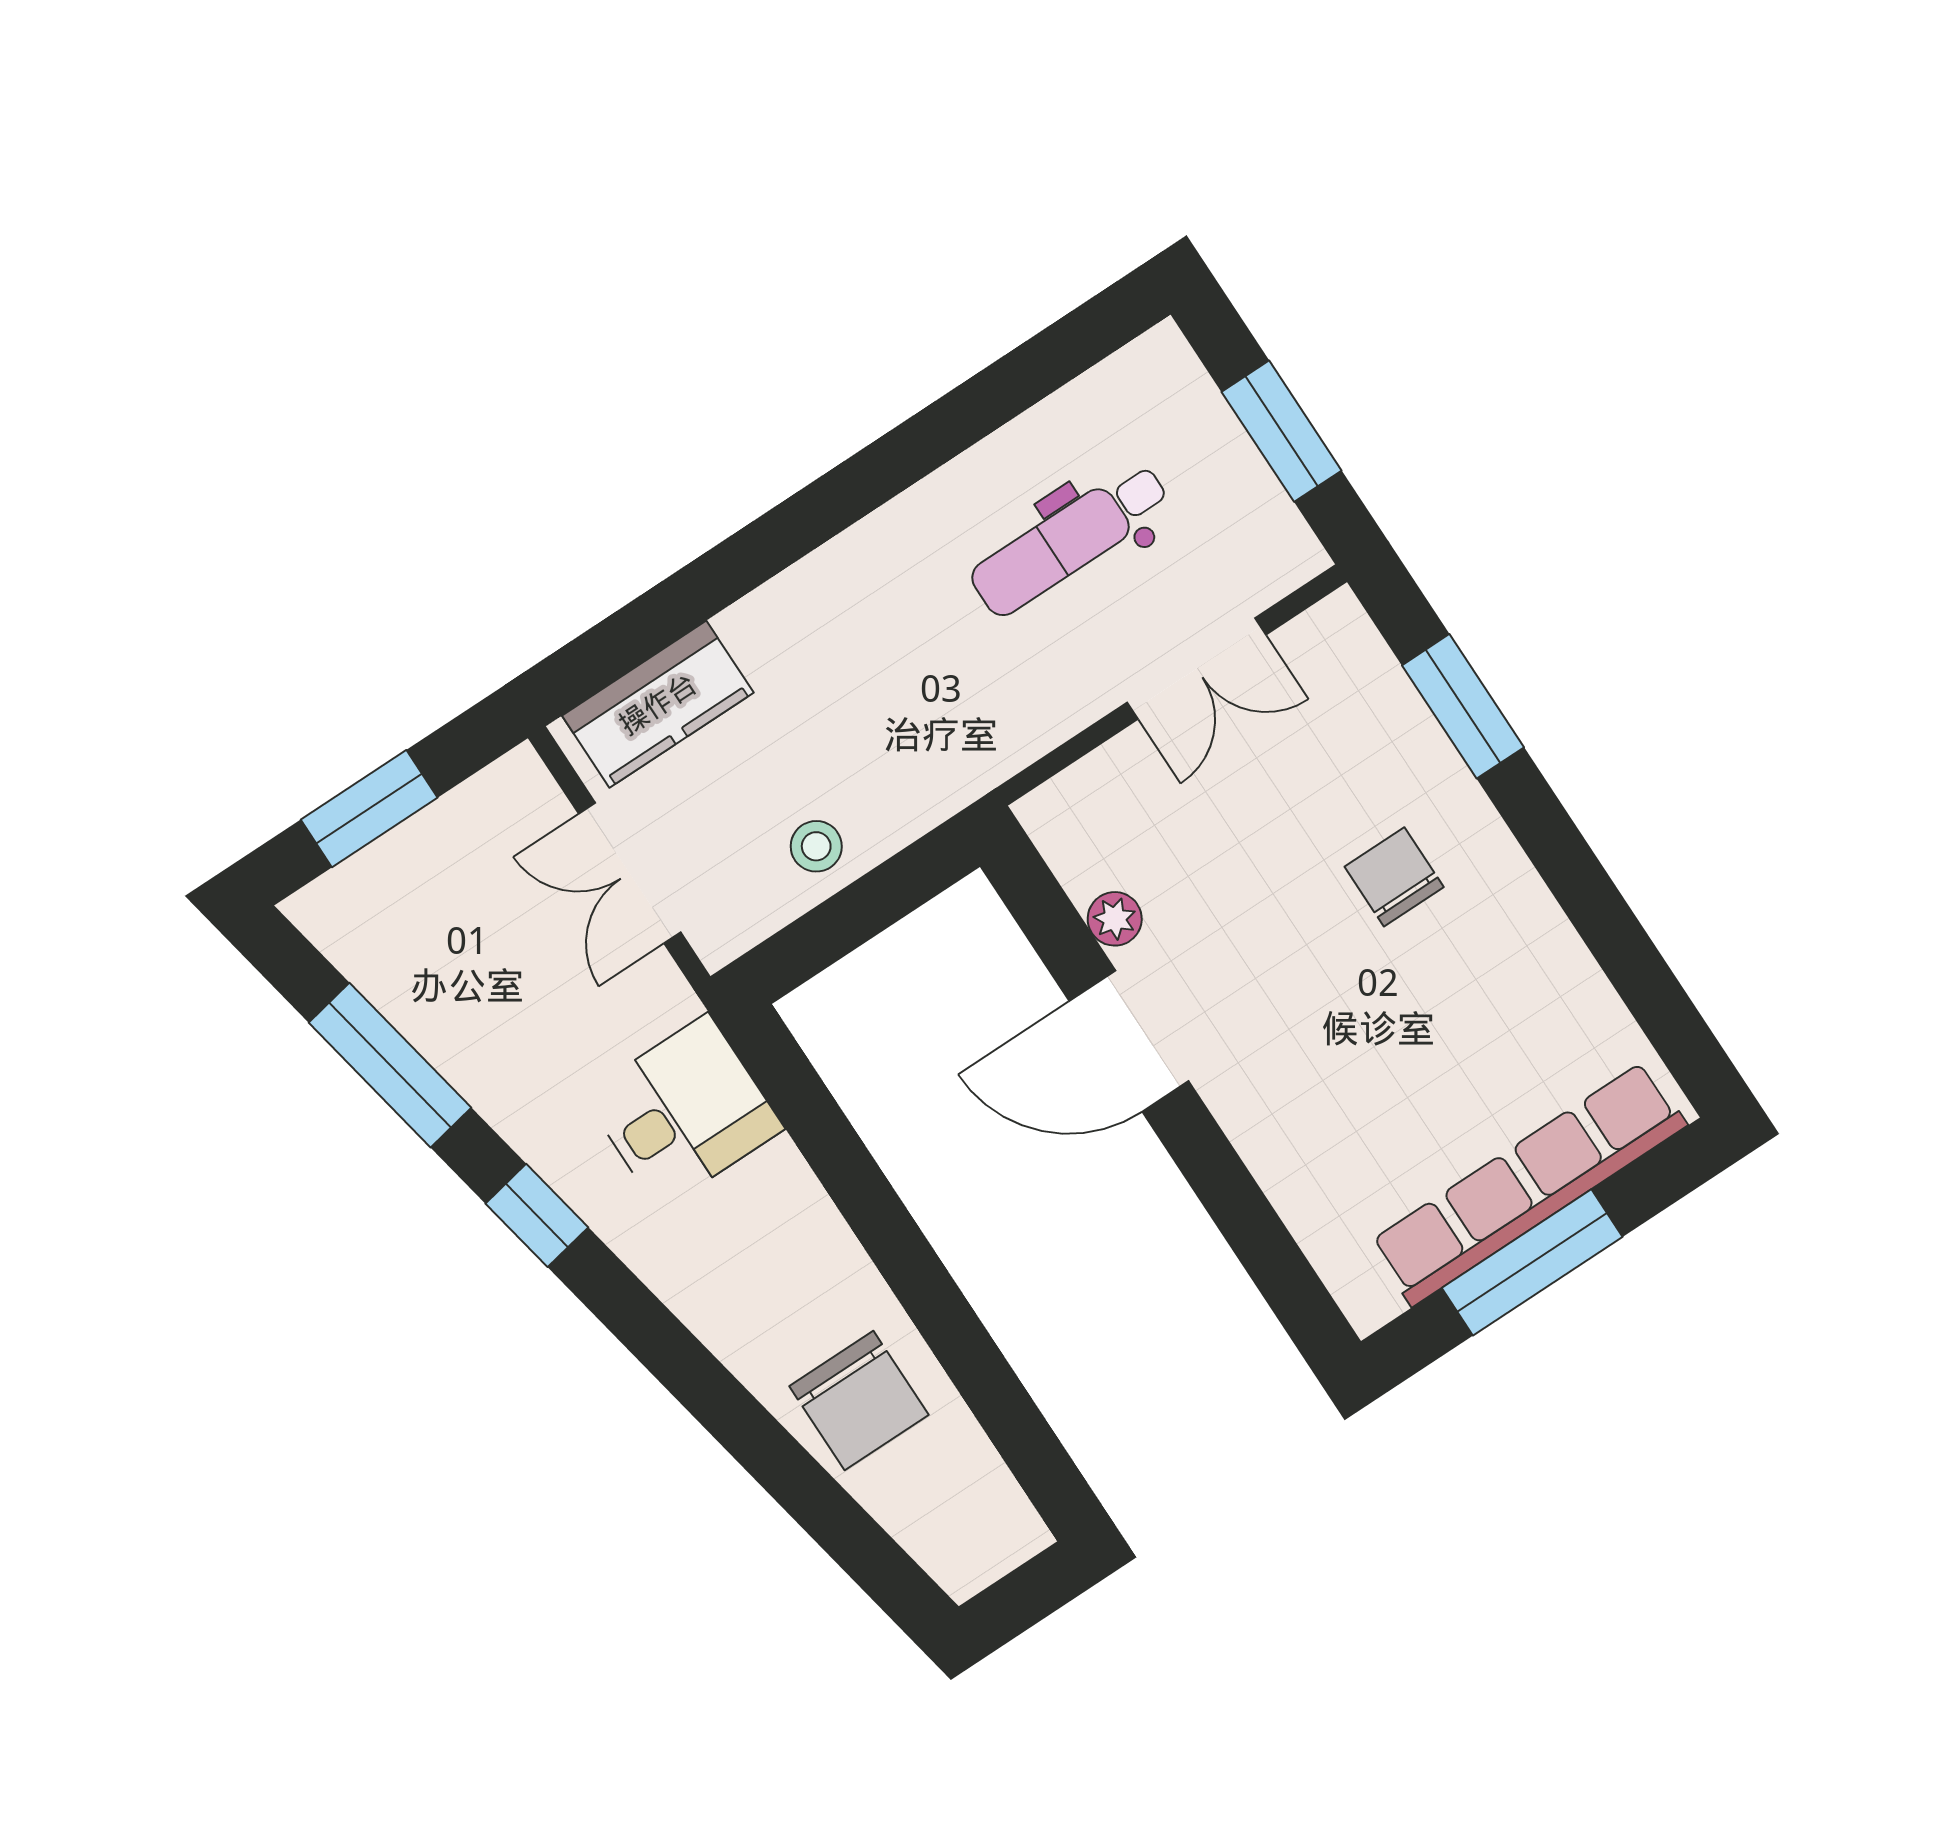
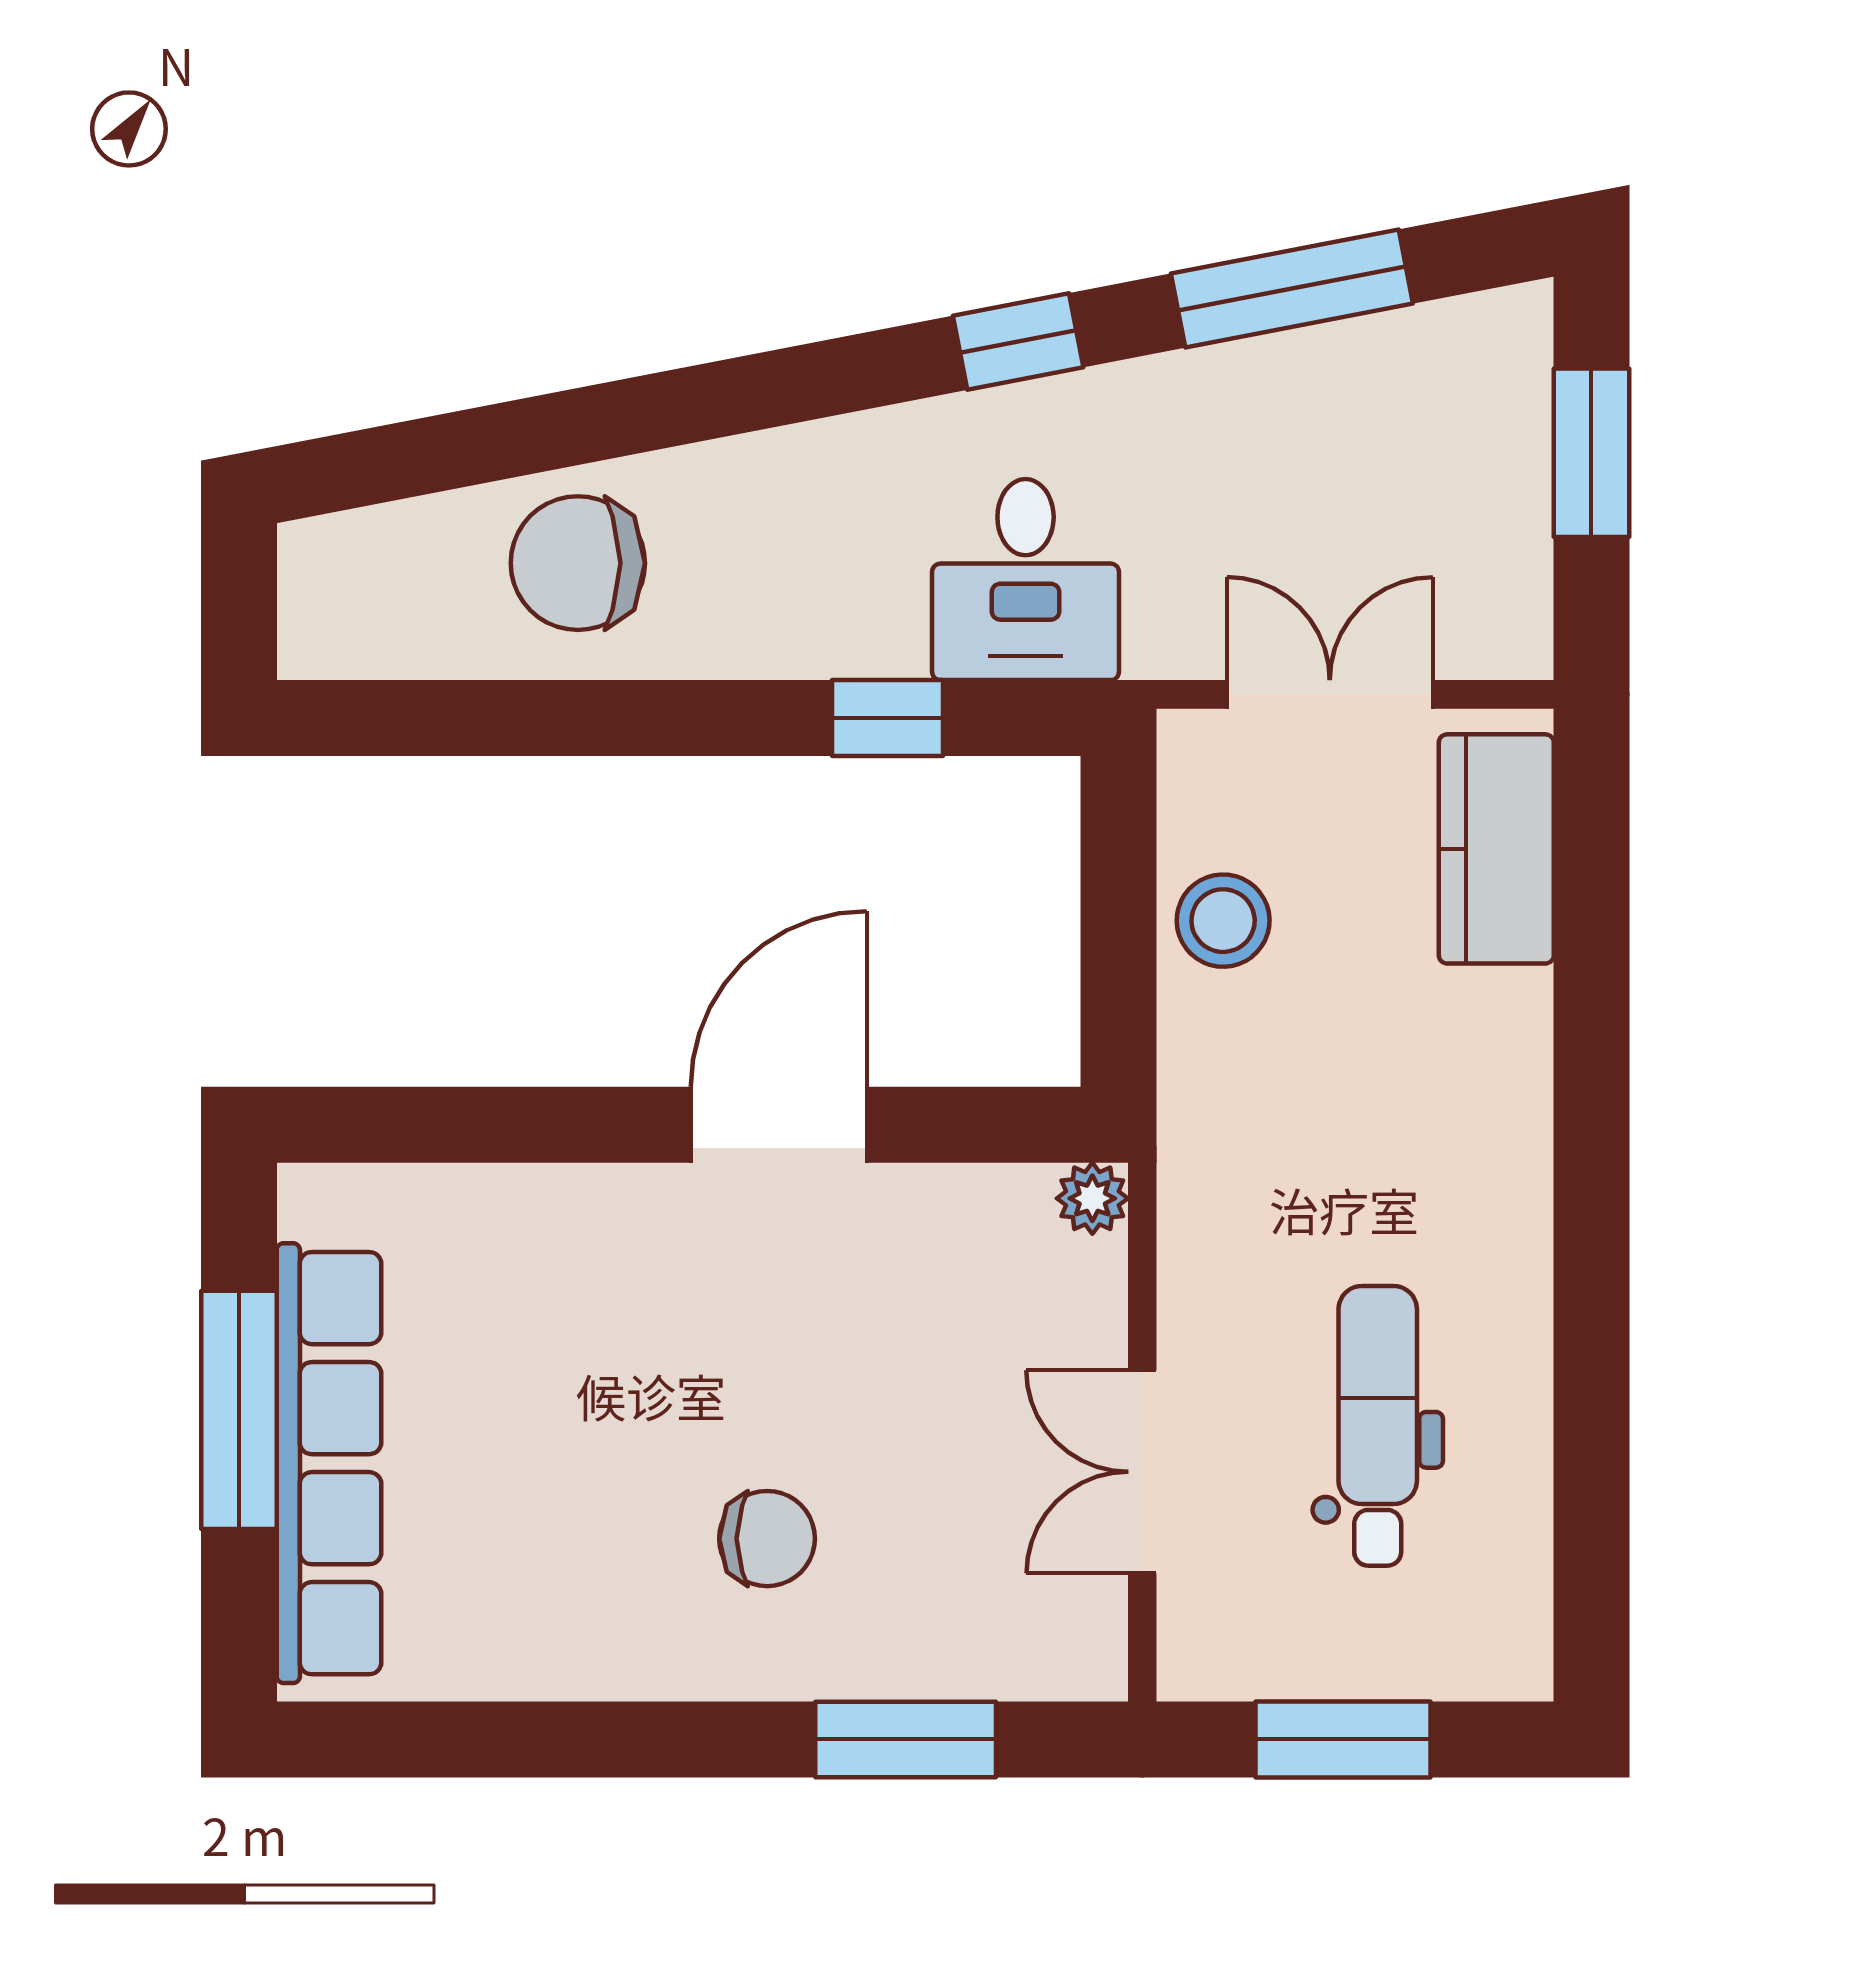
stool: (816, 846) -> (1223, 921), width x1.37, depth x1.37
plant: (1115, 919) -> (1092, 1198), moved
window: (828, 1141) -> (887, 718), added

